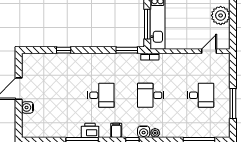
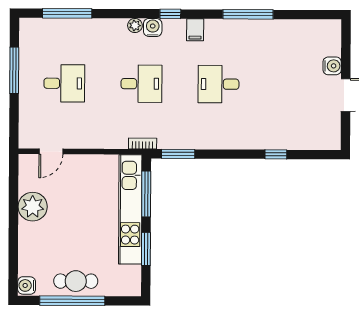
desk: (201, 95) -> (64, 83), turned 180
printer: (90, 130) -> (236, 30), removed

